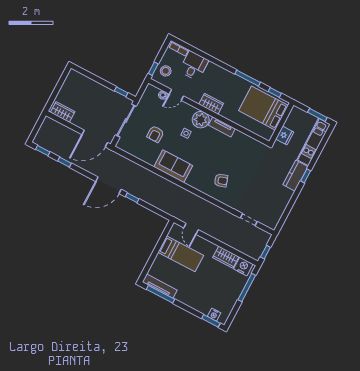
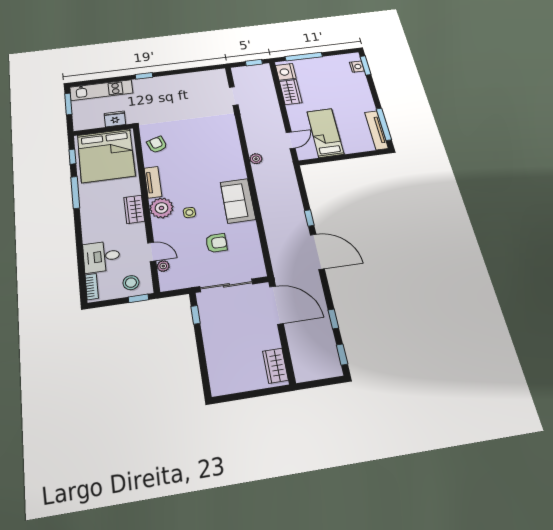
bed: (263, 108) -> (106, 155), width x1.36
kitchen counter: (295, 176) -> (151, 84), removed
armchair: (221, 180) -> (157, 145), moved
plant: (194, 198) -> (256, 159), added

